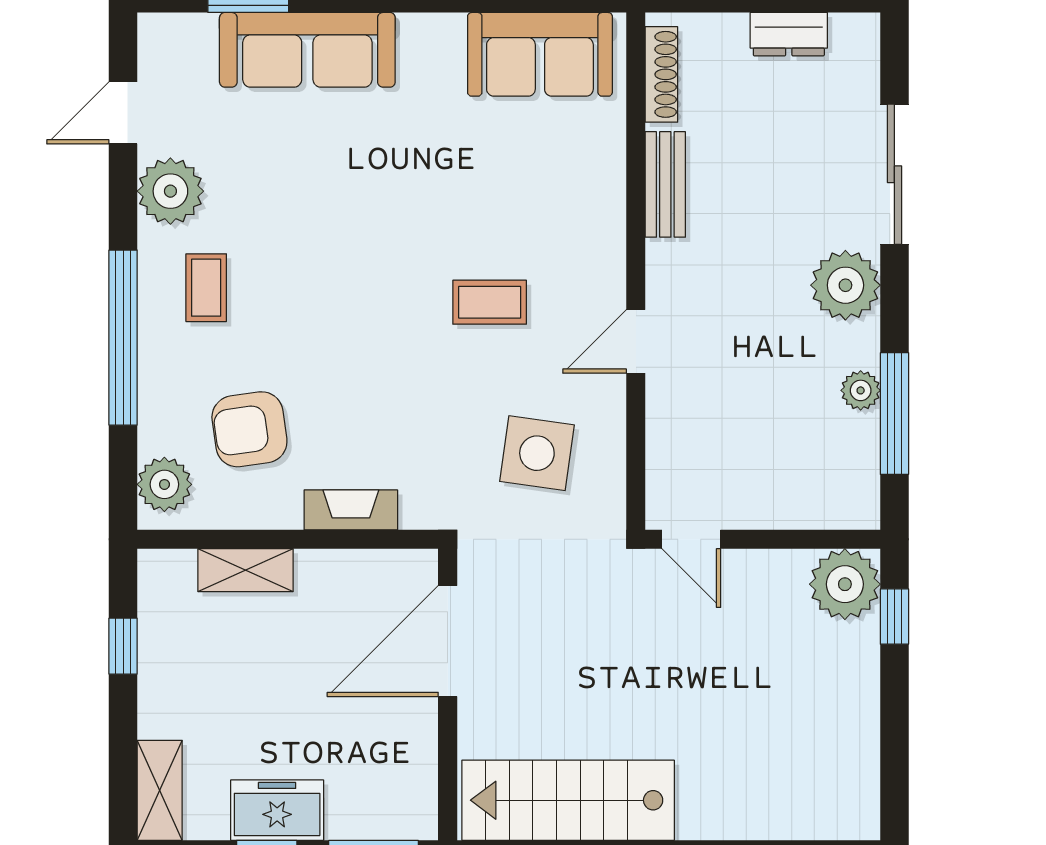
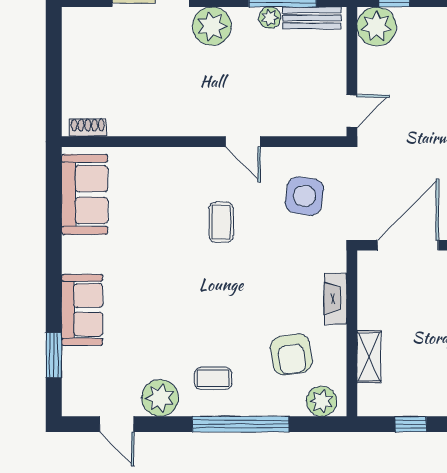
dresser: (789, 34) -> (73, 57), removed
sofa: (307, 50) -> (82, 310), width x0.73
shoe rack: (661, 74) -> (88, 127), width x0.70
bench: (665, 184) -> (312, 18), moved
door: (448, 641) -> (408, 245), swing flipped

